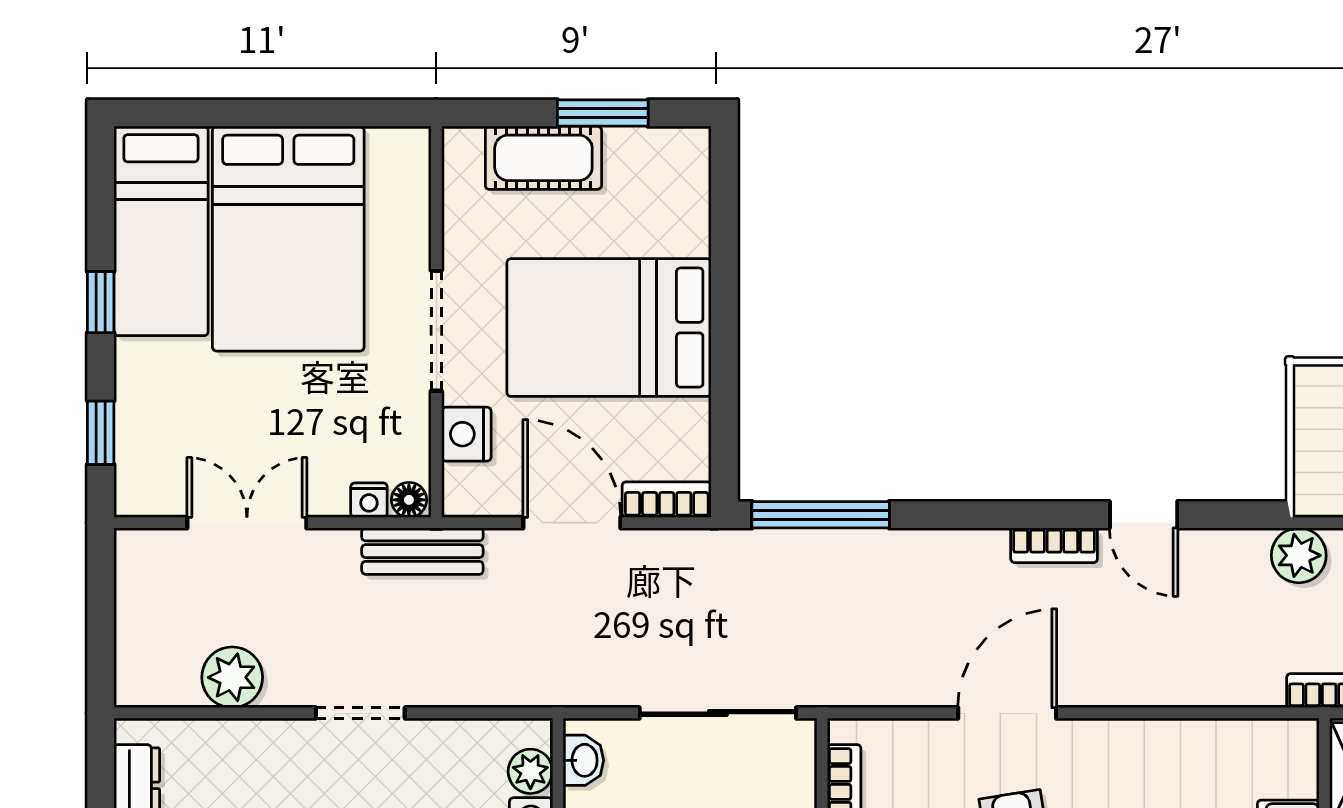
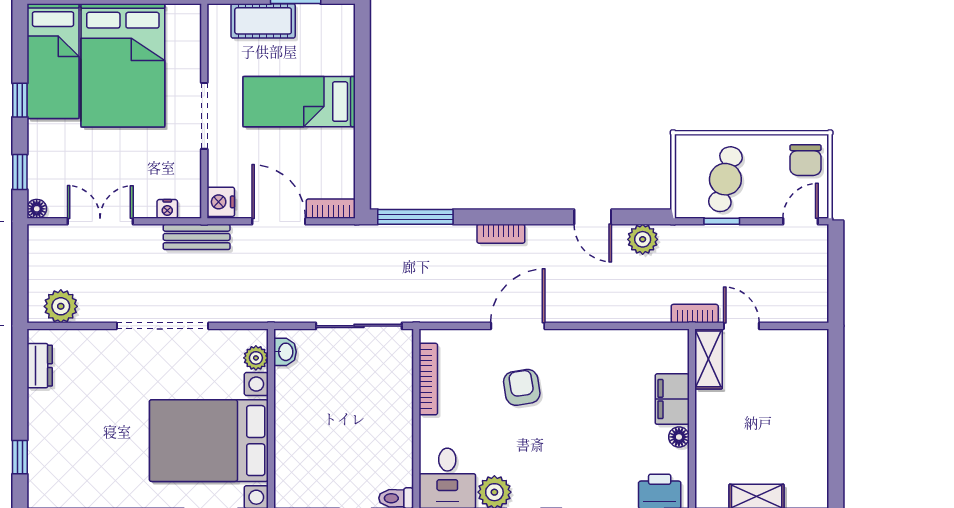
bed: (609, 328) -> (299, 102), width x0.67
nightstand: (466, 434) -> (221, 202), moved
floor lamp: (409, 500) -> (37, 209), moved
bookcase: (1054, 545) -> (501, 234), moved
plant: (1299, 555) -> (643, 239), moved
plant: (232, 677) -> (61, 306), moved
doorway: (360, 713) -> (162, 326), width x1.87

